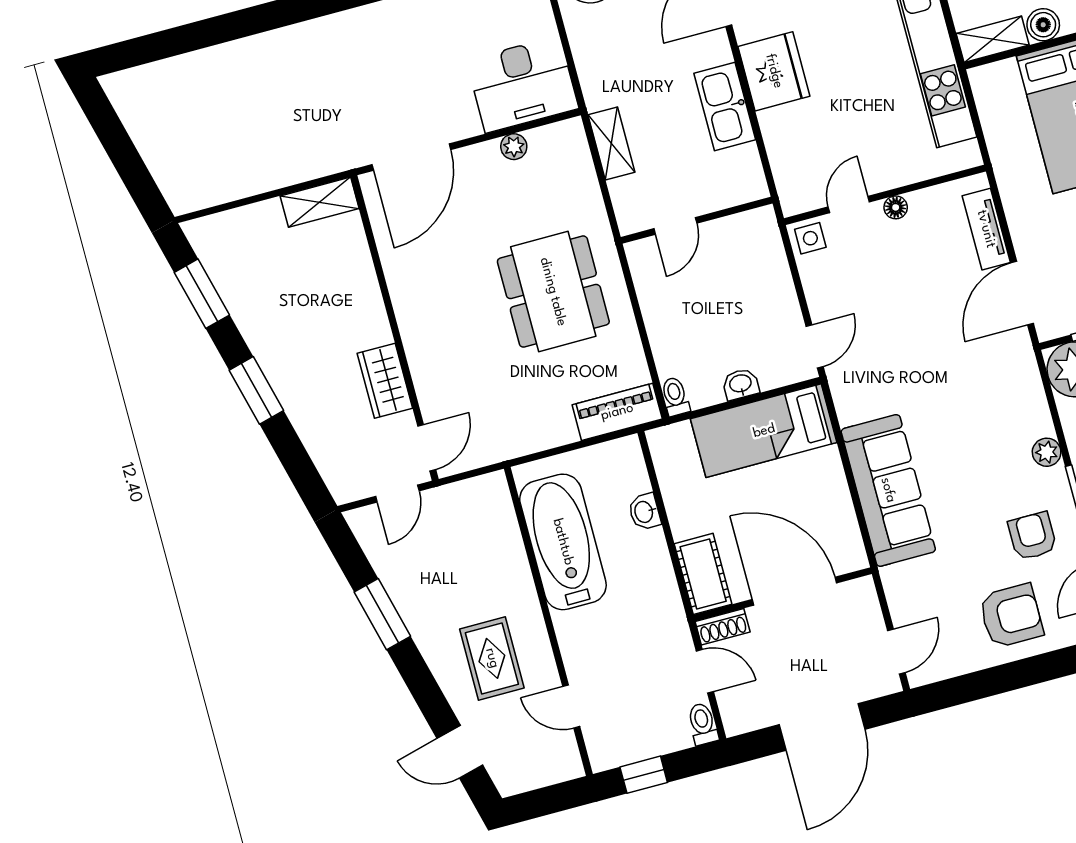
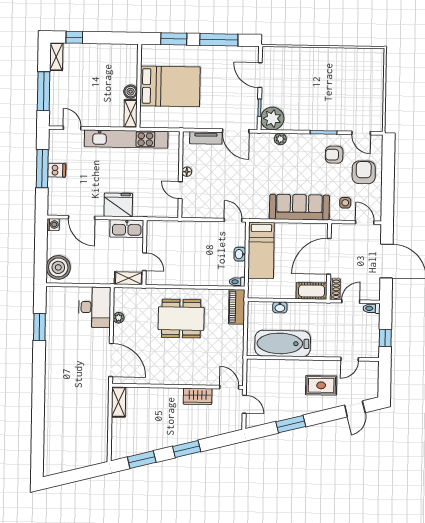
wall: (697, 220) -> (145, 252), moved
door: (675, 226) -> (144, 262), moved
side table: (810, 238) -> (345, 203), moved
plant: (1047, 452) -> (280, 139), moved

